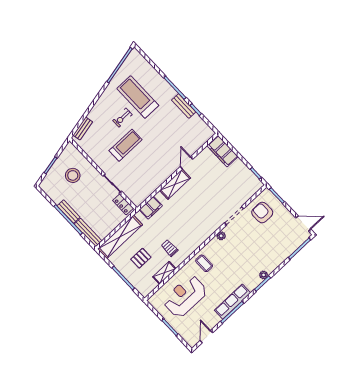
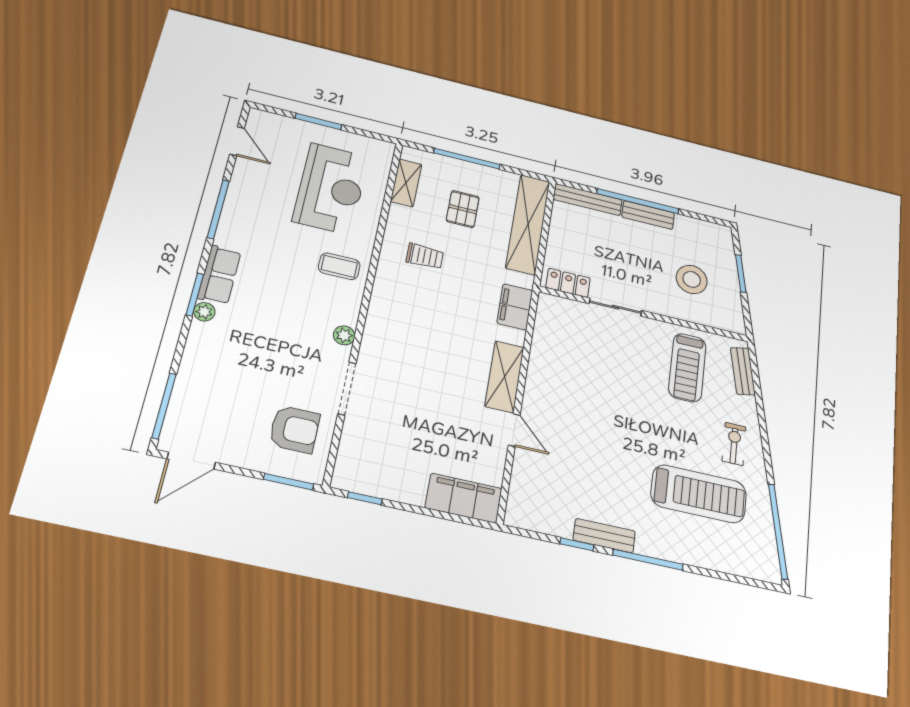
exercise bike: (122, 118) -> (734, 444), moved
treadmill: (126, 145) -> (687, 368), moved
shelving: (164, 273) -> (406, 183), moved
row of seats: (233, 302) -> (219, 275), moved, width x0.68

